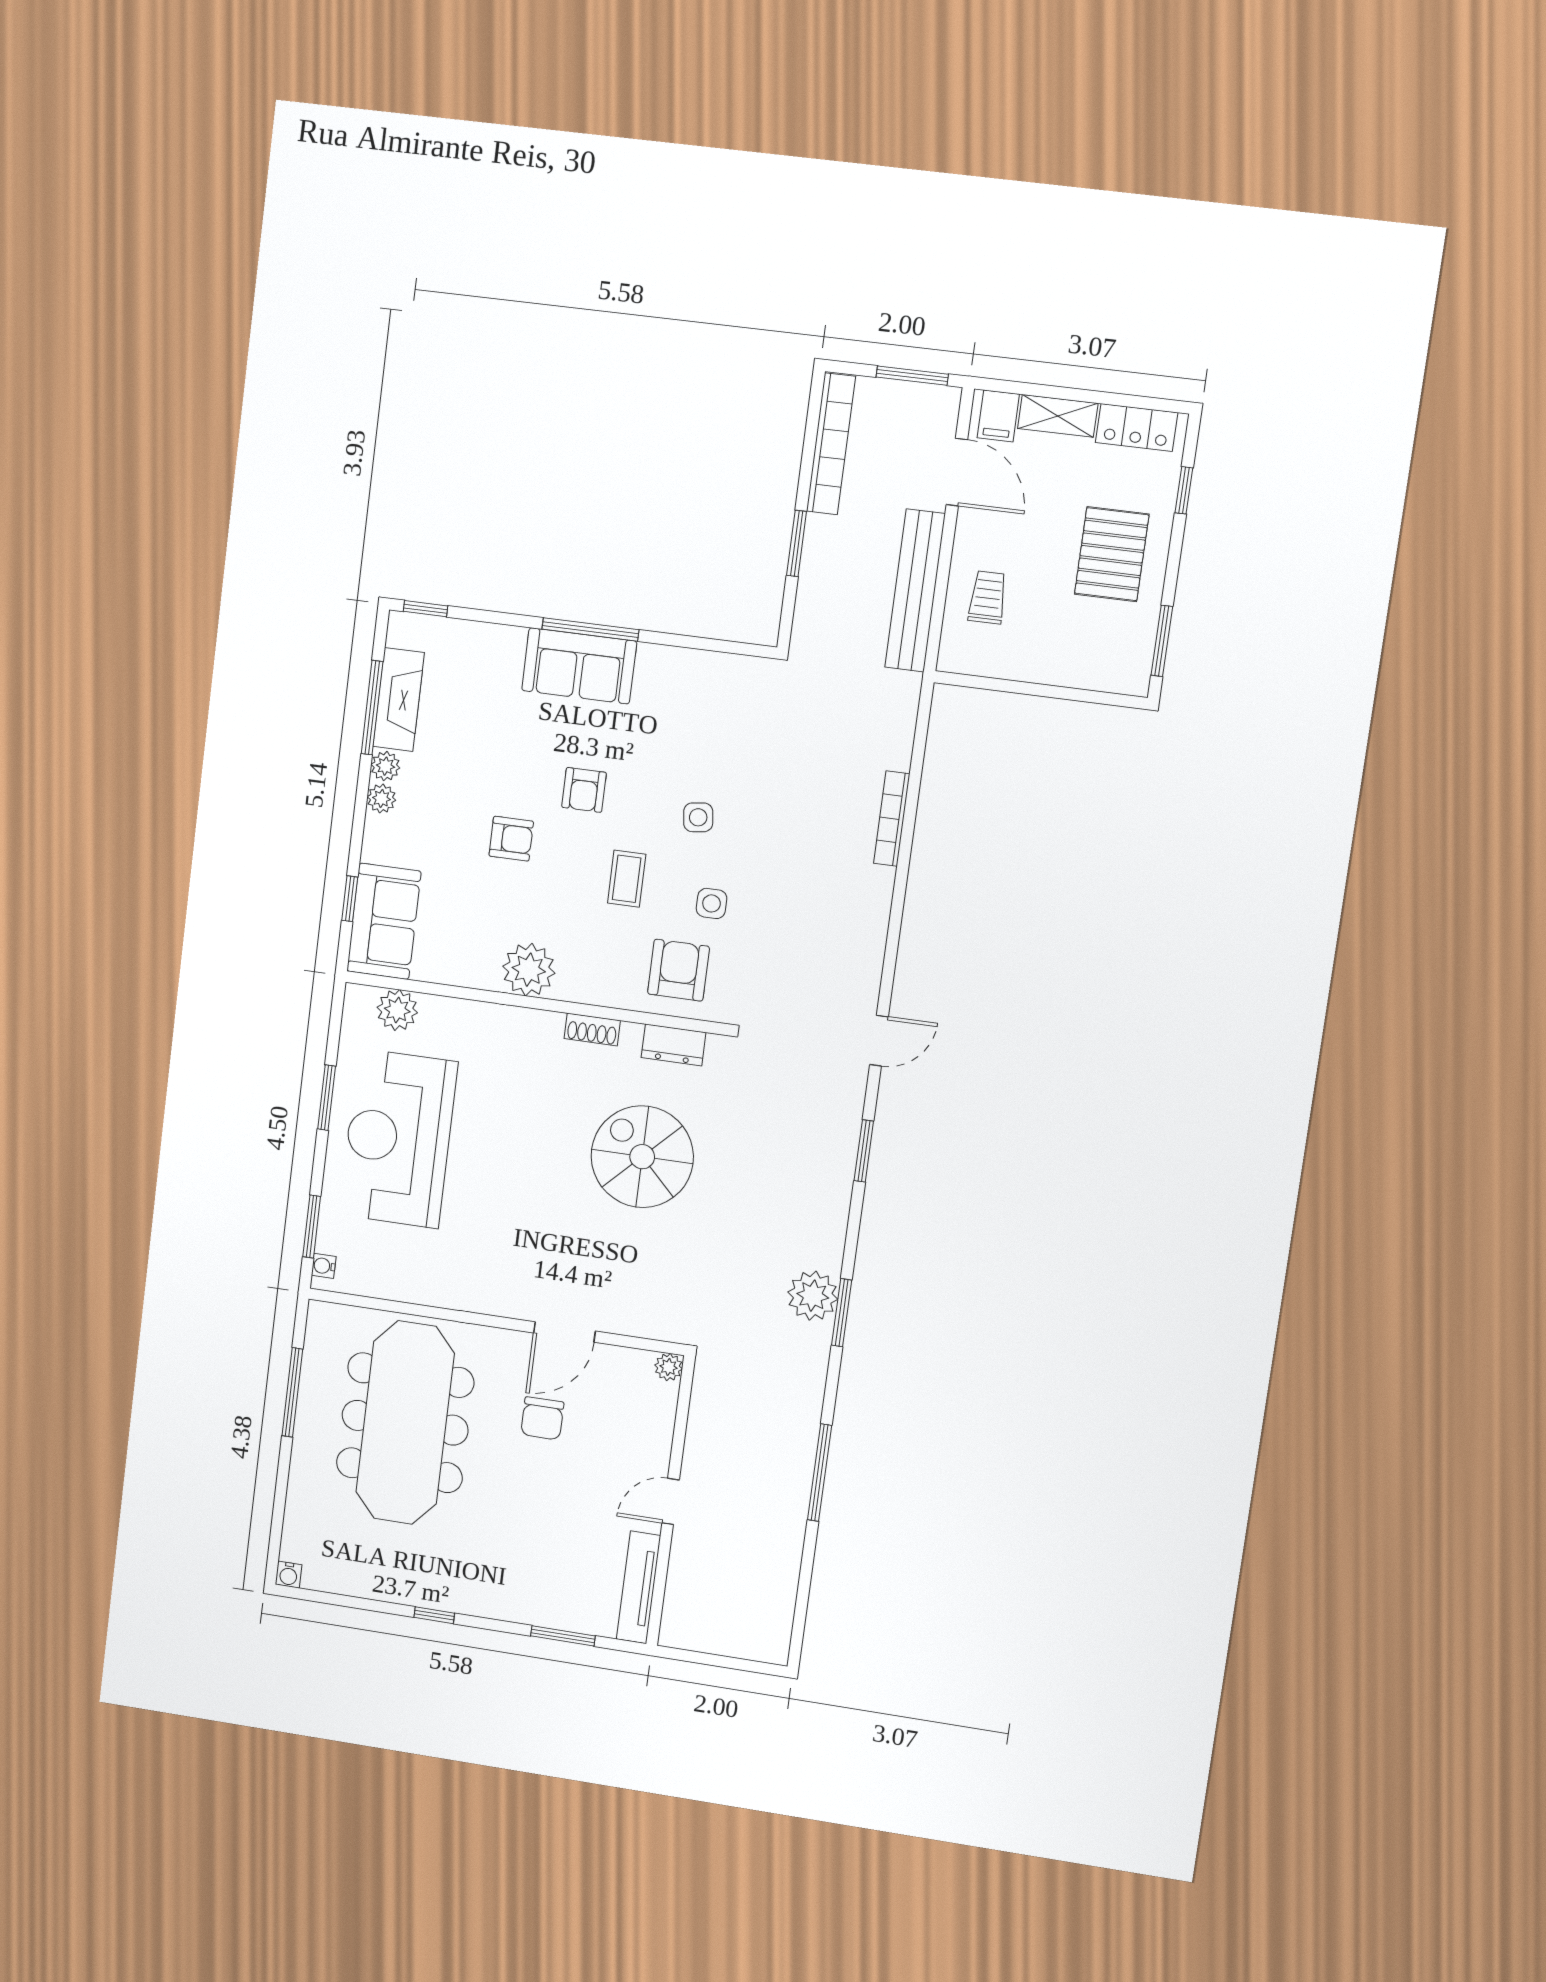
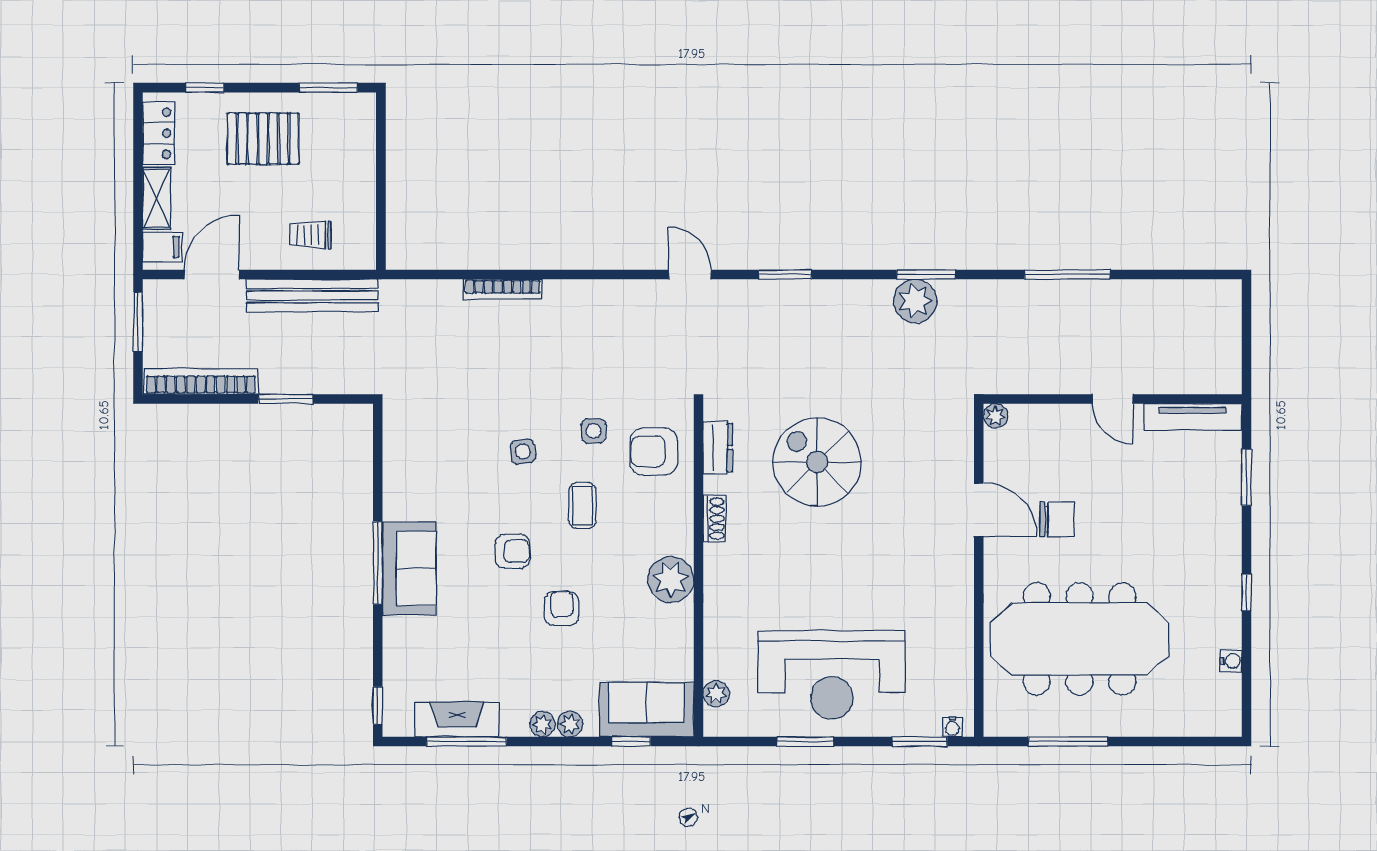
plant: (385, 766) -> (570, 724), moved
coffee table: (627, 879) -> (582, 506), turned 90
plant: (397, 1010) -> (716, 694), width x0.73, depth x0.73
spiral stairs: (642, 1157) -> (817, 462), turned 90
water cooler: (288, 1575) -> (1231, 661), moved

